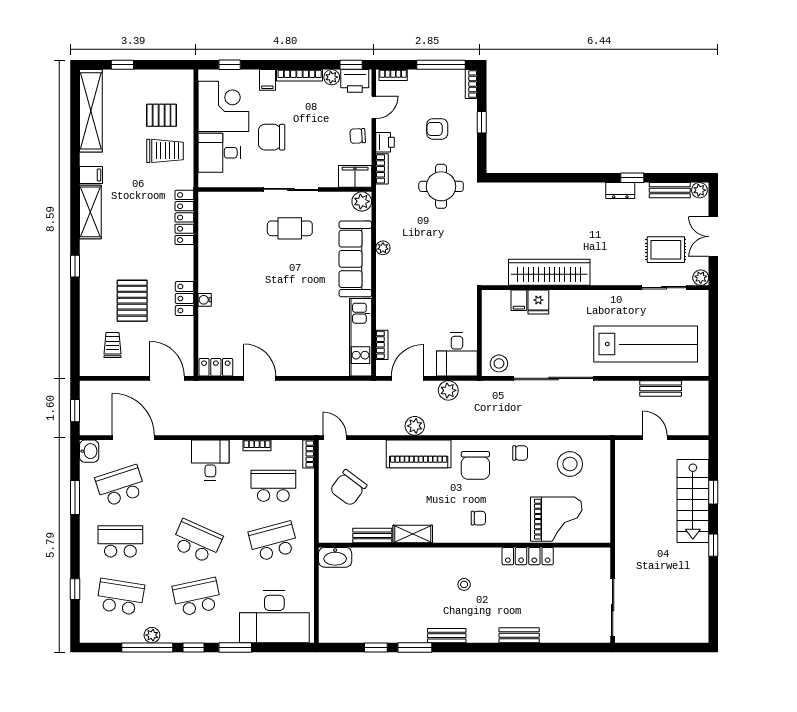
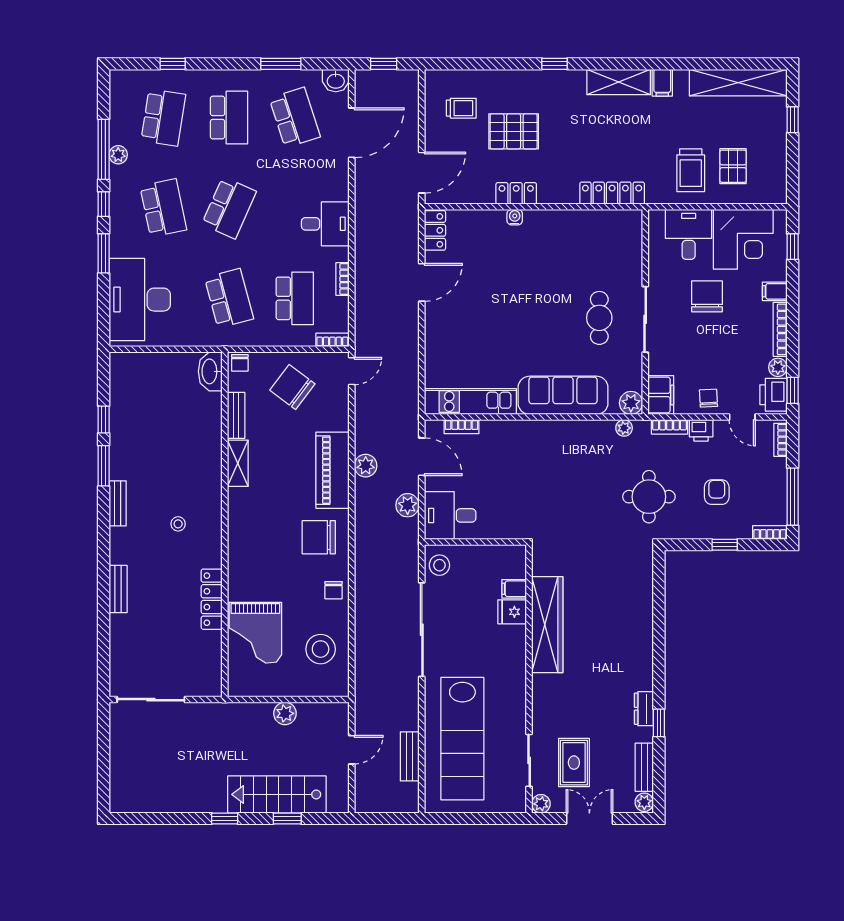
plant: (383, 248) -> (624, 428), moved
plant: (624, 494) -> (285, 713), added
chair: (478, 518) -> (240, 363), moved

